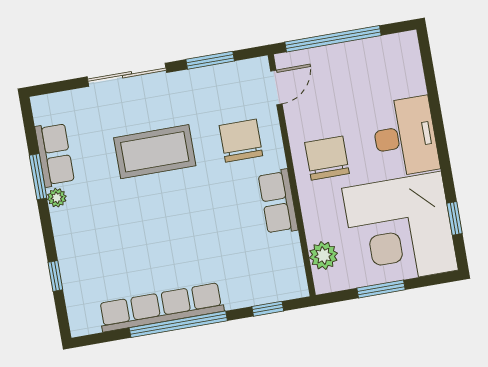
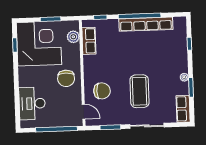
door: (276, 87) -> (84, 112), swing flipped
desk: (405, 137) -> (32, 103), moved
chair: (241, 141) -> (102, 91), turned -90
coffee table: (155, 152) -> (140, 91), turned 90
row of seats: (55, 155) -> (183, 109), moved
row of seats: (278, 202) -> (89, 41), moved

